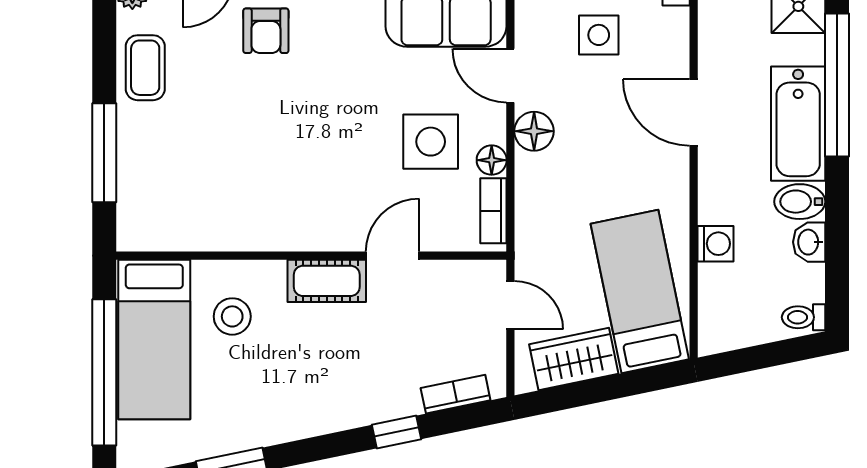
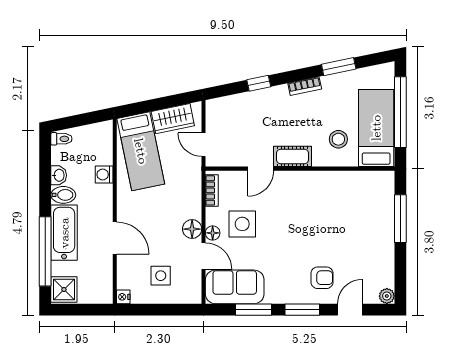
armchair: (266, 31) -> (322, 278), turned 90
coffee table: (145, 68) -> (381, 260), removed
floor lamp: (492, 160) -> (213, 233), moved
bookcase: (456, 394) -> (305, 86), moved

